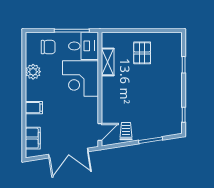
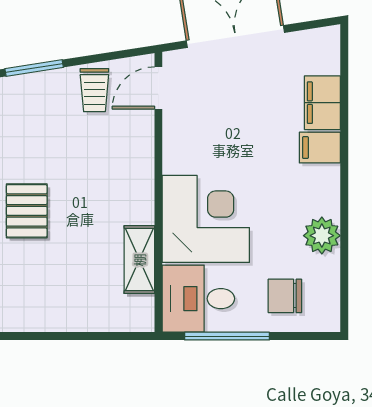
pallet: (142, 53) -> (27, 211), moved
filing cabinet: (33, 138) -> (322, 103), moved

